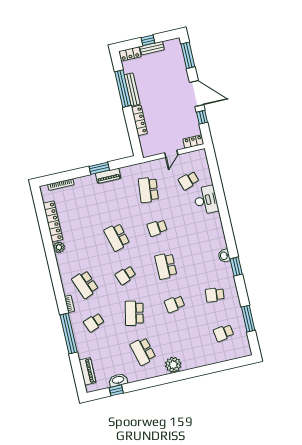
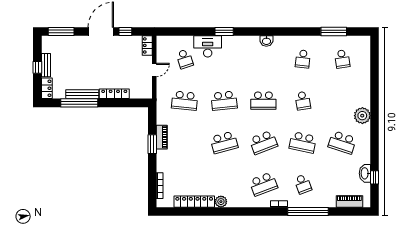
door: (171, 154) -> (154, 70), hinge flipped
school desk: (157, 228) -> (224, 101), width x1.85
window: (236, 266) -> (224, 32), moved
school desk: (126, 275) -> (263, 142), width x1.85
school desk: (143, 351) -> (342, 142), turned 33

